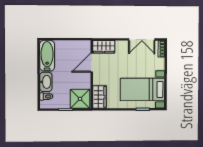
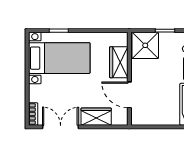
wardrobe: (104, 47) -> (96, 117), moved
door: (92, 63) -> (129, 95), swing flipped
wardrobe: (99, 97) -> (119, 62), moved

